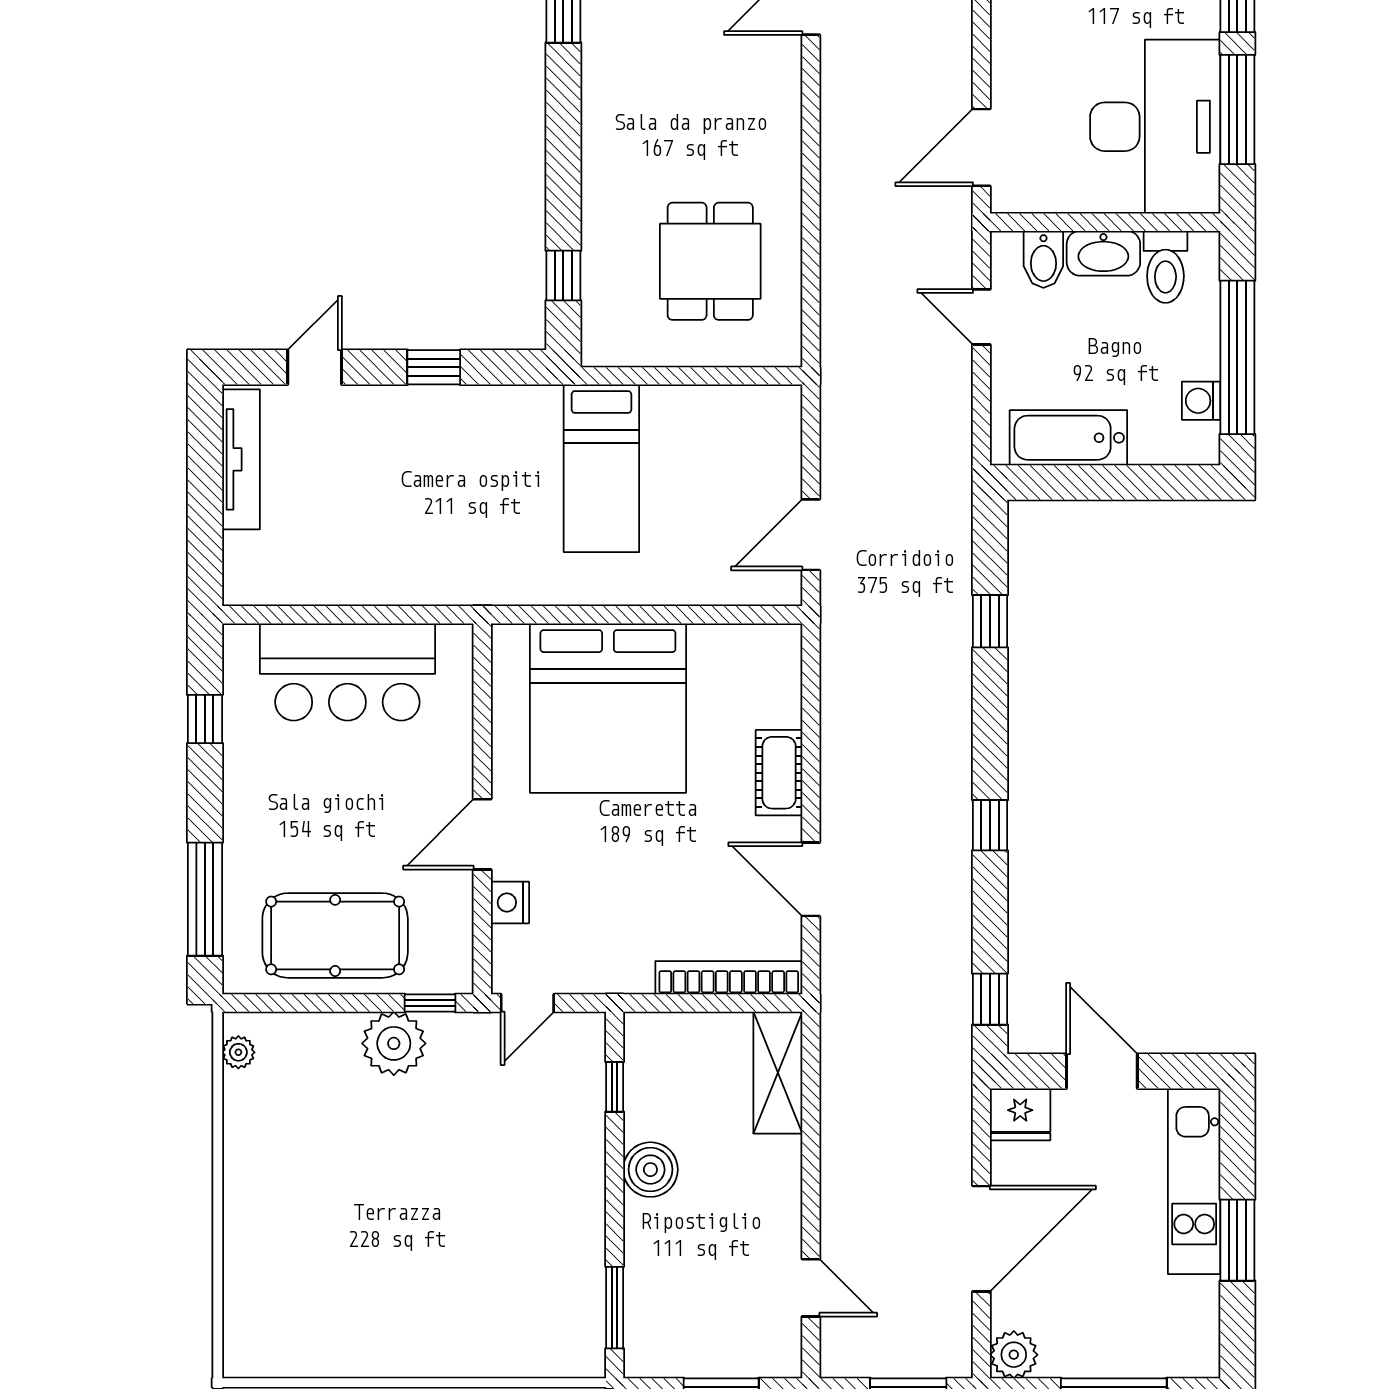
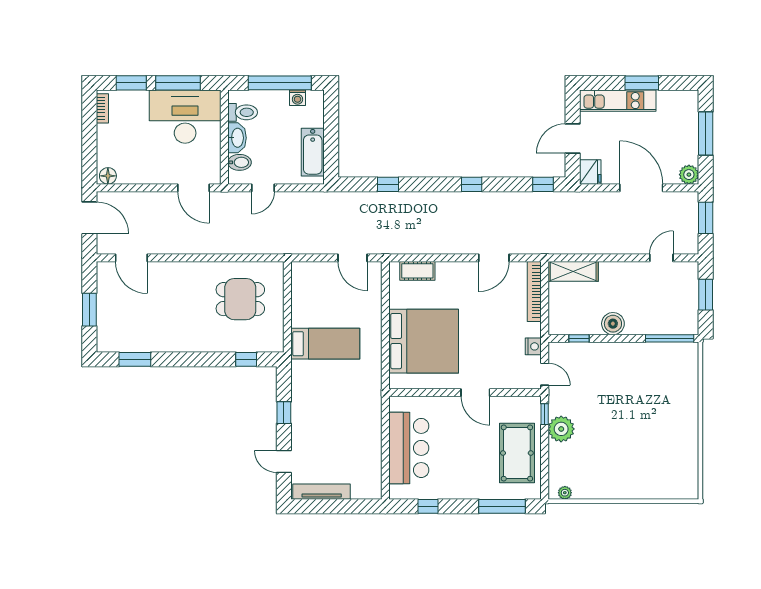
cot: (779, 773) -> (417, 271), moved
nightstand: (510, 903) -> (533, 346), moved, turned -90
window: (615, 1308) -> (670, 338), width x1.44

